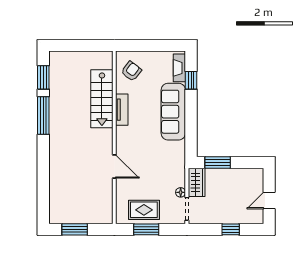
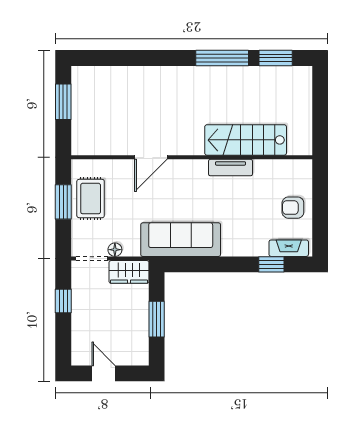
armchair: (131, 71) -> (293, 208), moved, turned 142
sofa: (173, 112) -> (181, 240), moved
window: (218, 162) -> (157, 319), moved
window: (231, 229) -> (63, 301), moved

